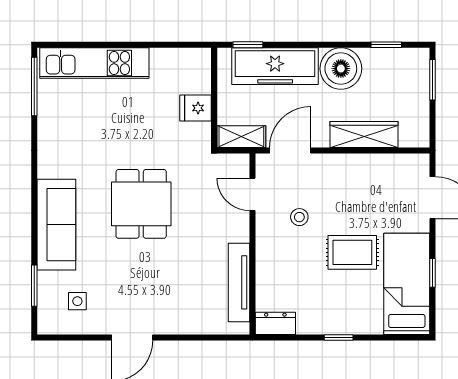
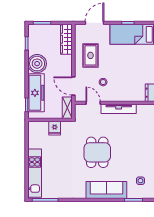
wardrobe: (364, 134) -> (66, 39), moved
door: (253, 194) -> (93, 103), swing flipped
dining table: (141, 204) -> (97, 152), turned 90
rug: (352, 252) -> (90, 55), moved
tv unit: (239, 282) -> (119, 109), moved

